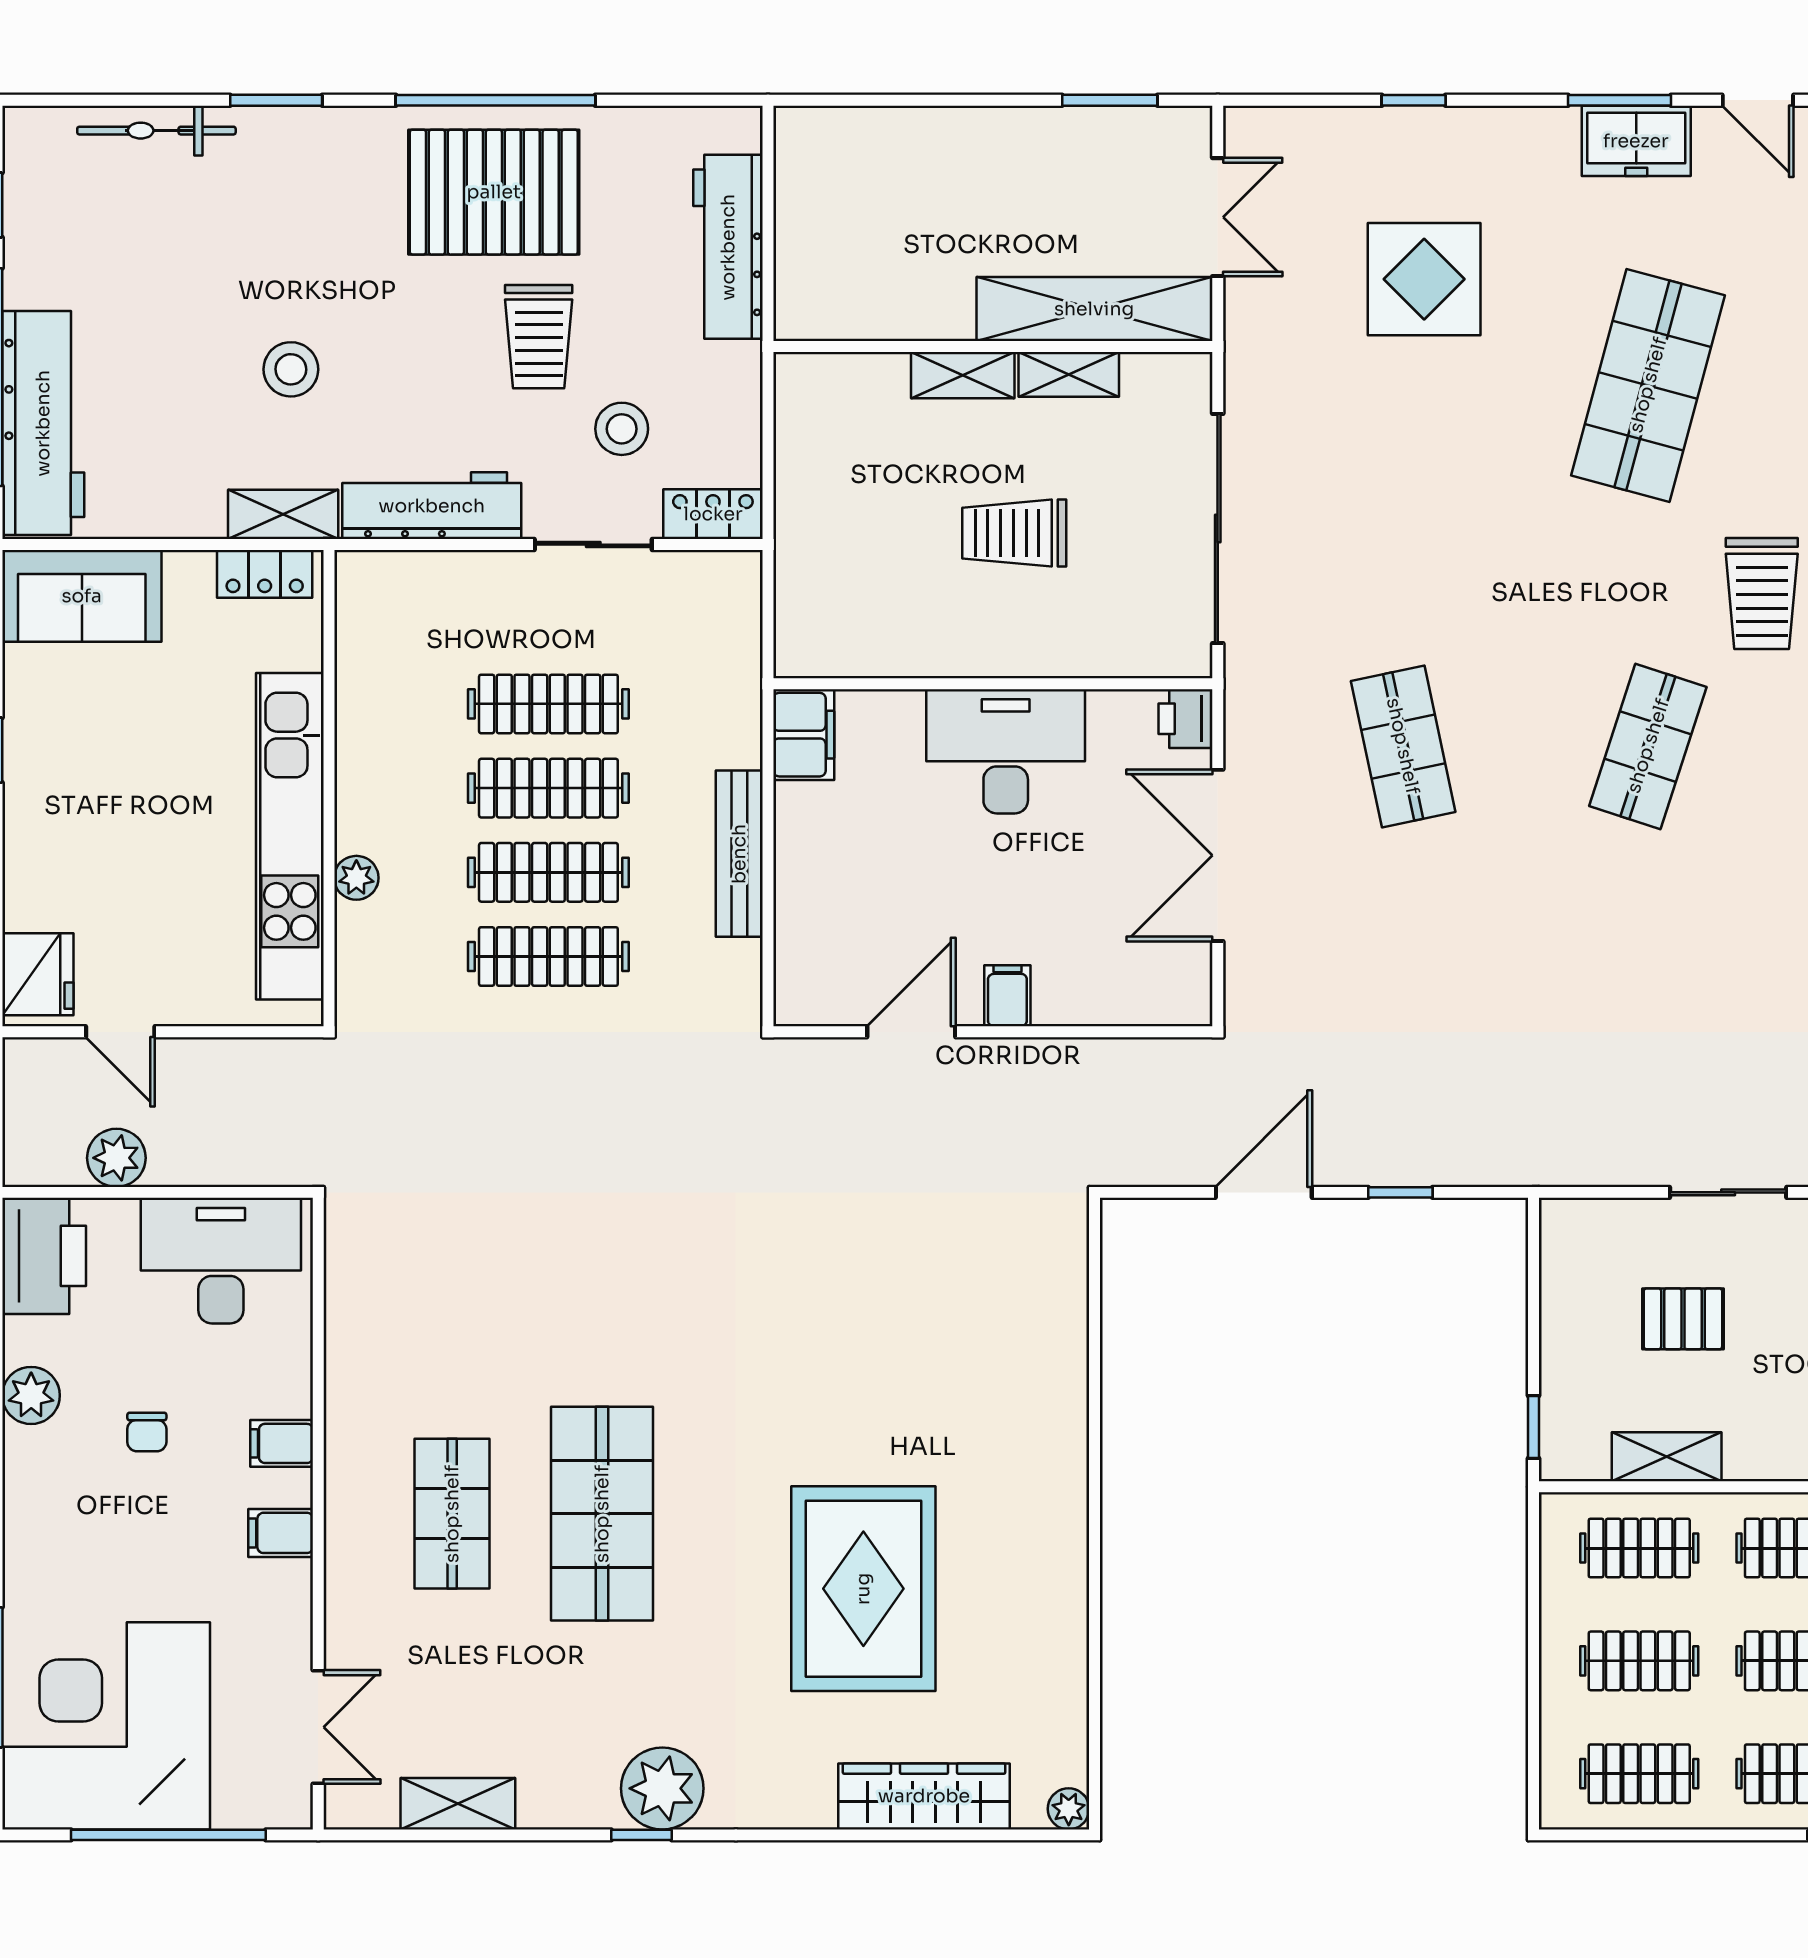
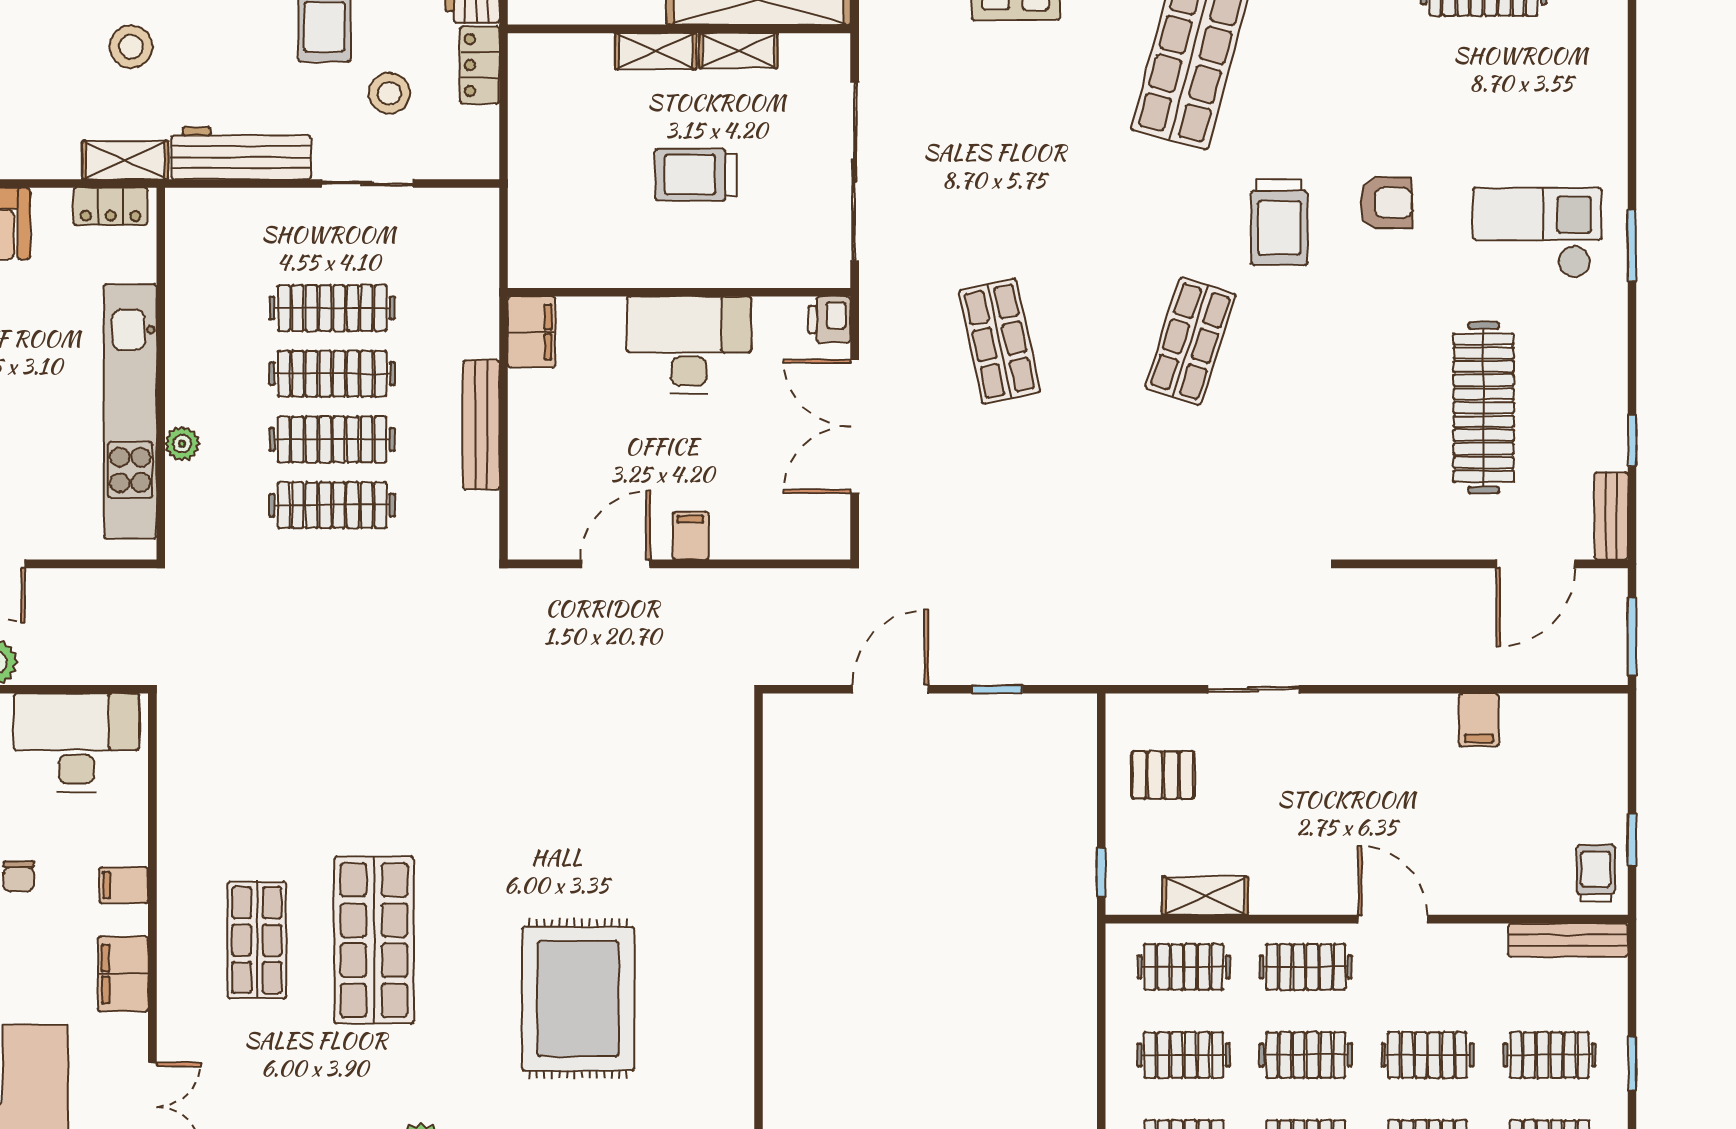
locker: (713, 514) -> (480, 65), moved, turned -90
pallet: (1683, 1319) -> (1163, 775), moved
filing cabinet: (281, 1533) -> (123, 974), width x2.00

